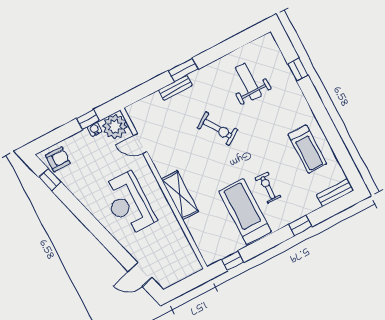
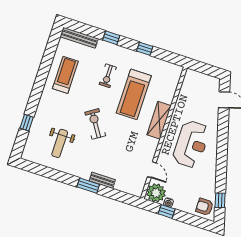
exercise bike: (218, 129) -> (95, 124), moved
bench: (335, 193) -> (79, 38), width x1.36
treadmill: (245, 211) -> (134, 94), moved
window: (233, 261) -> (145, 49), moved

